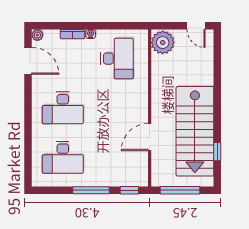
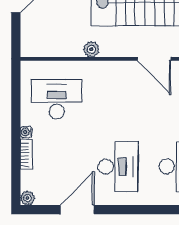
plant: (163, 43) -> (91, 49), moved, width x0.53, depth x0.53
door: (28, 61) -> (77, 210), moved

